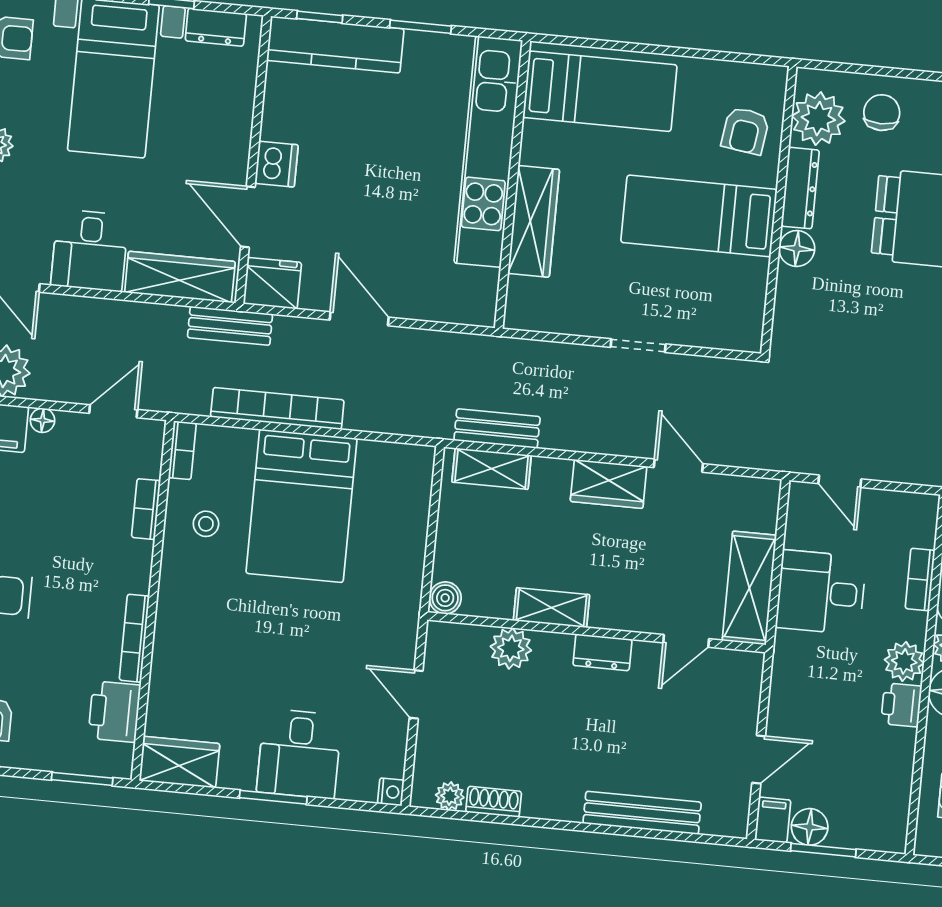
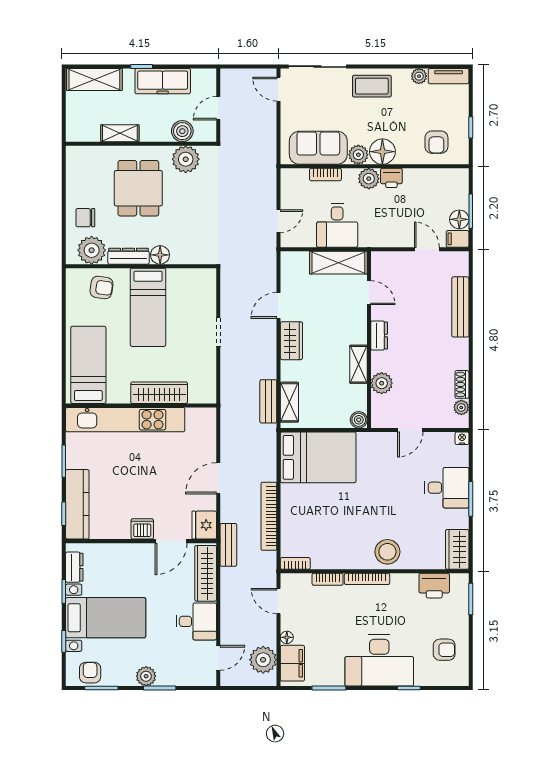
bed: (301, 506) -> (318, 457), moved
stool: (206, 524) -> (387, 552), moved, width x1.89, depth x1.89
bookcase: (134, 638) -> (367, 579), moved

